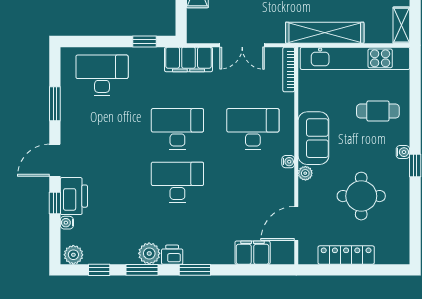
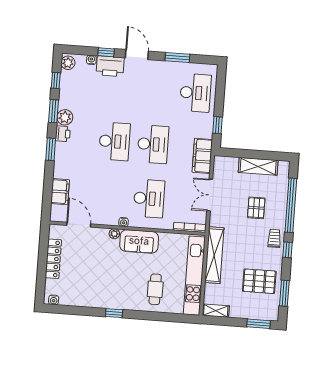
water cooler: (403, 152) -> (54, 300), moved
round table: (361, 196) -> (95, 273), removed

